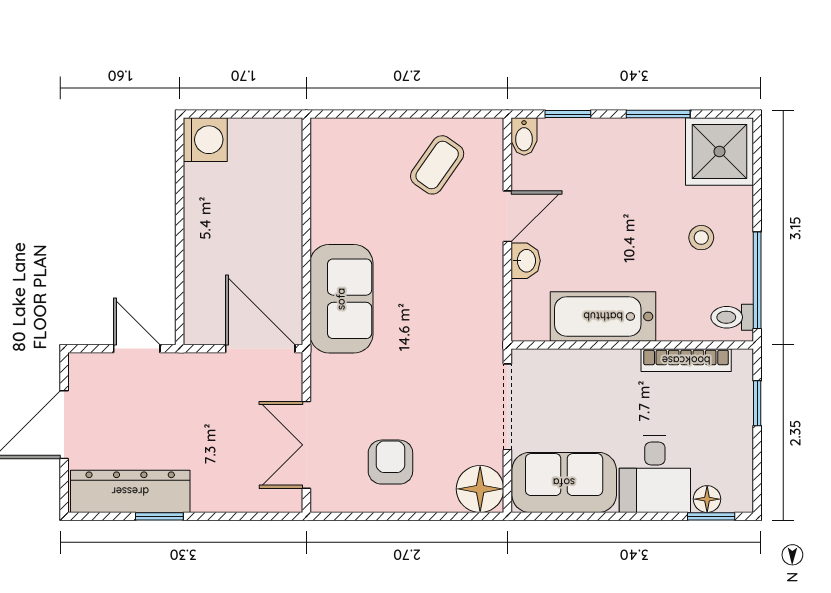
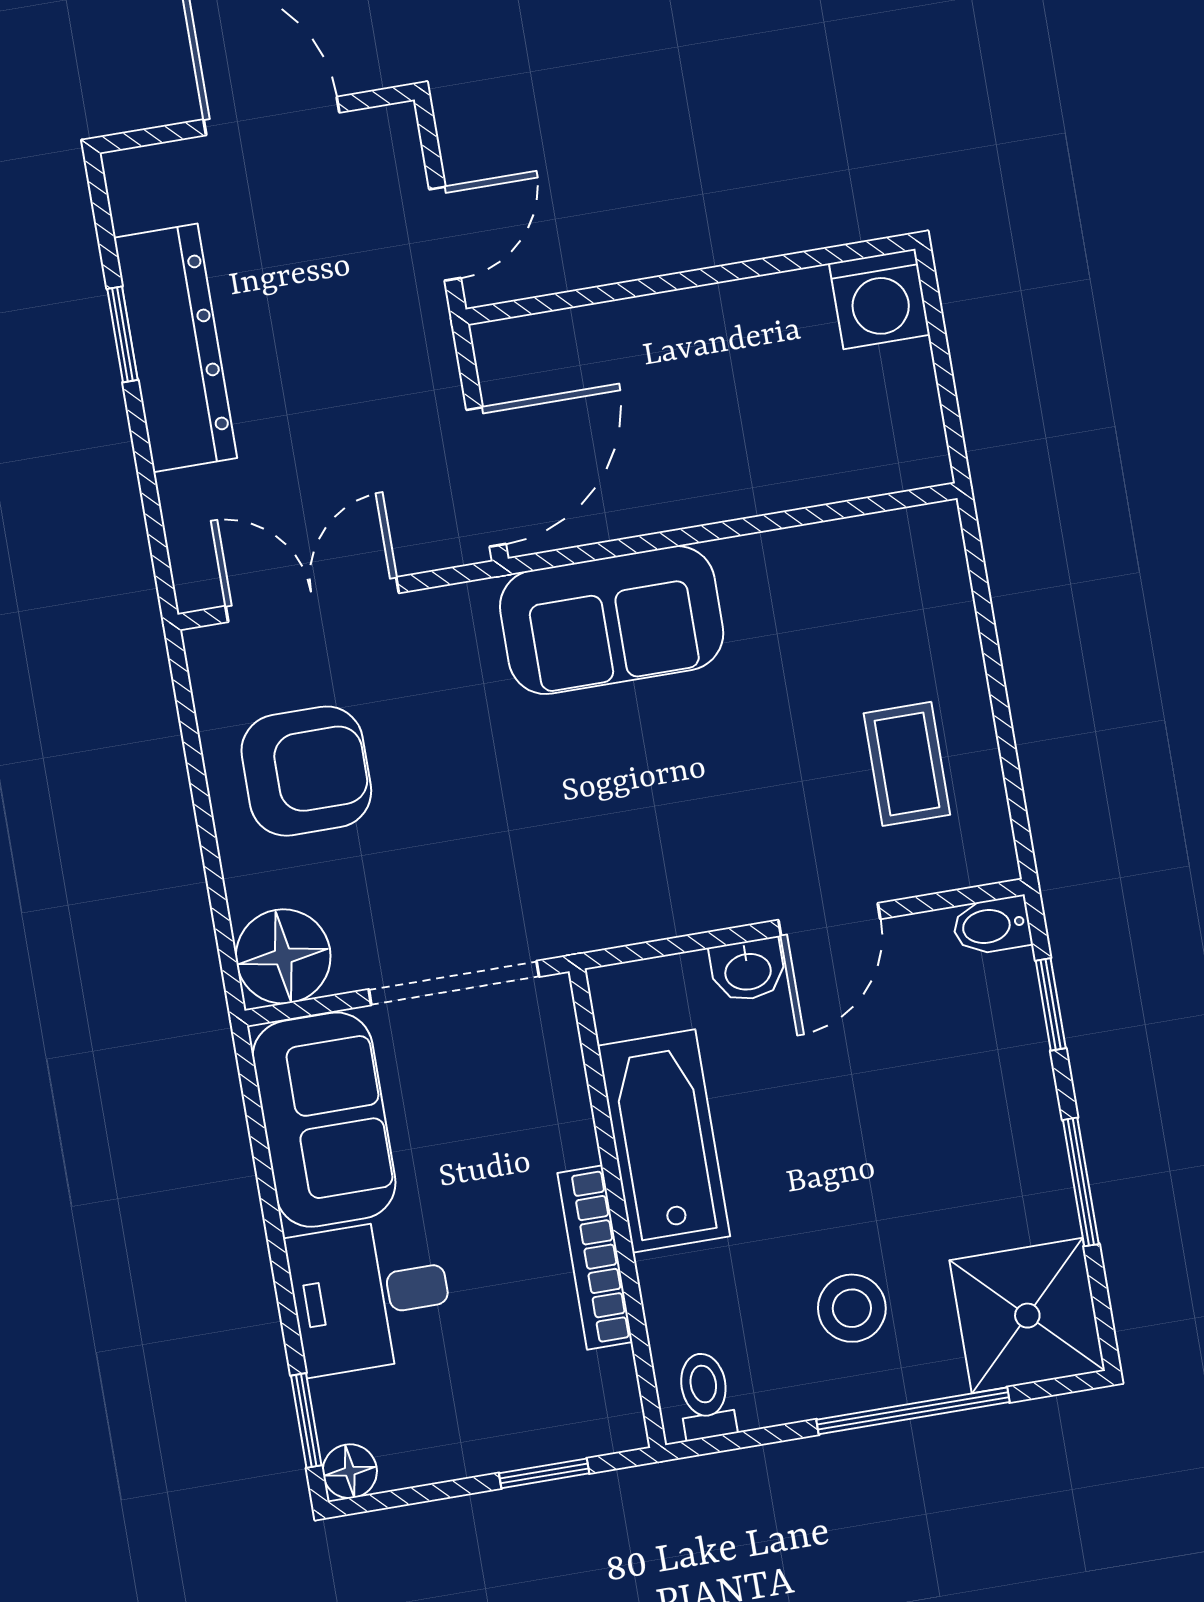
coffee table: (437, 165) -> (907, 764), turned 55
door: (507, 216) -> (829, 920), hinge flipped
stool: (701, 238) -> (852, 1308), width x1.37, depth x1.37
window: (757, 280) -> (913, 1411), moved
bookcase: (686, 360) -> (595, 1258), moved
armchair: (390, 462) -> (306, 771), width x1.38, depth x1.38
dresser: (130, 491) -> (175, 348), moved
floor lamp: (707, 499) -> (350, 1471), moved

